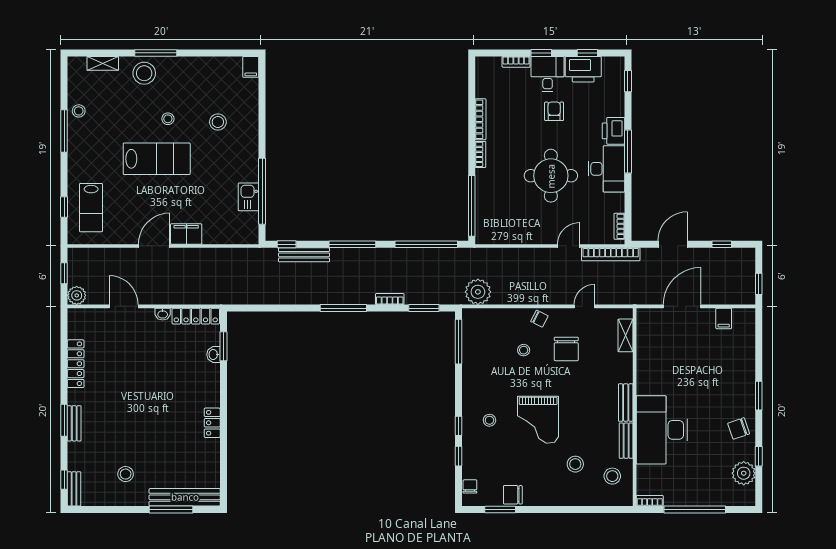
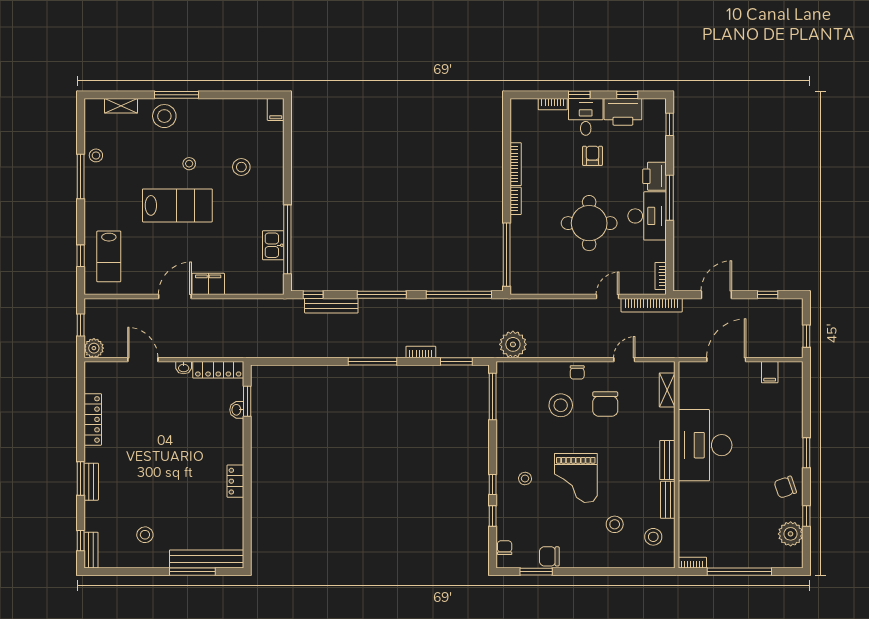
chair: (539, 319) -> (577, 372), turned 63
stool: (524, 350) -> (561, 405), width x1.89, depth x1.89
desk: (662, 430) -> (705, 445), moved

